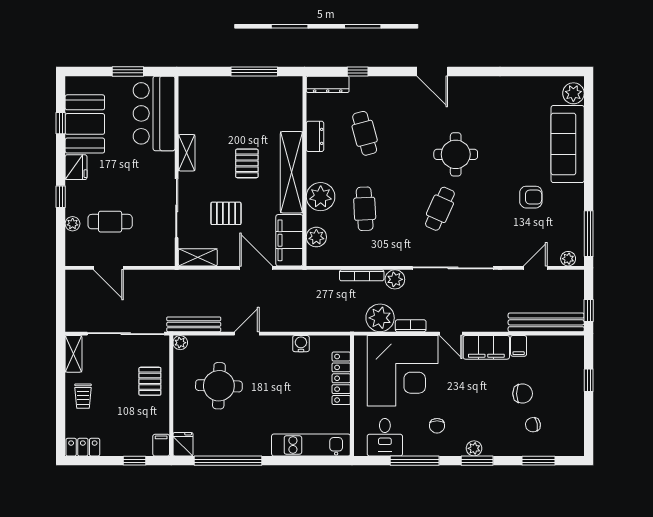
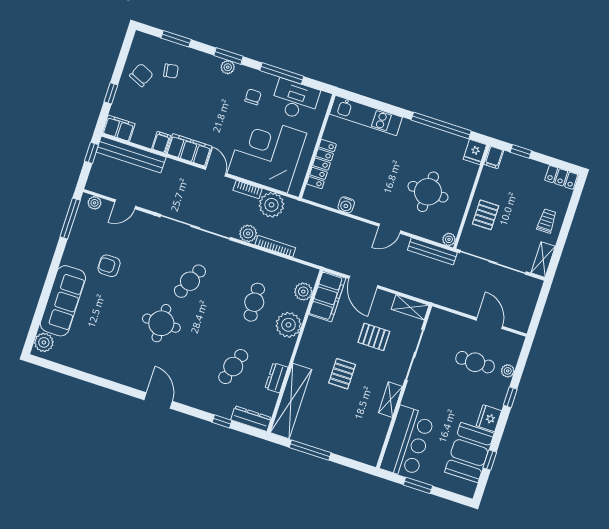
cafe table: (365, 133) -> (233, 367), turned 33
shelving: (292, 172) -> (291, 401), moved
filing cabinet: (568, 346) -> (119, 128), added
chair: (523, 394) -> (141, 75), moved, turned 114
desk: (385, 437) -> (295, 100), width x1.37

